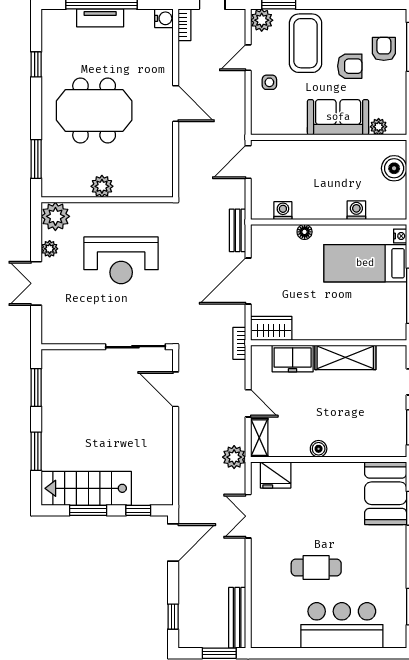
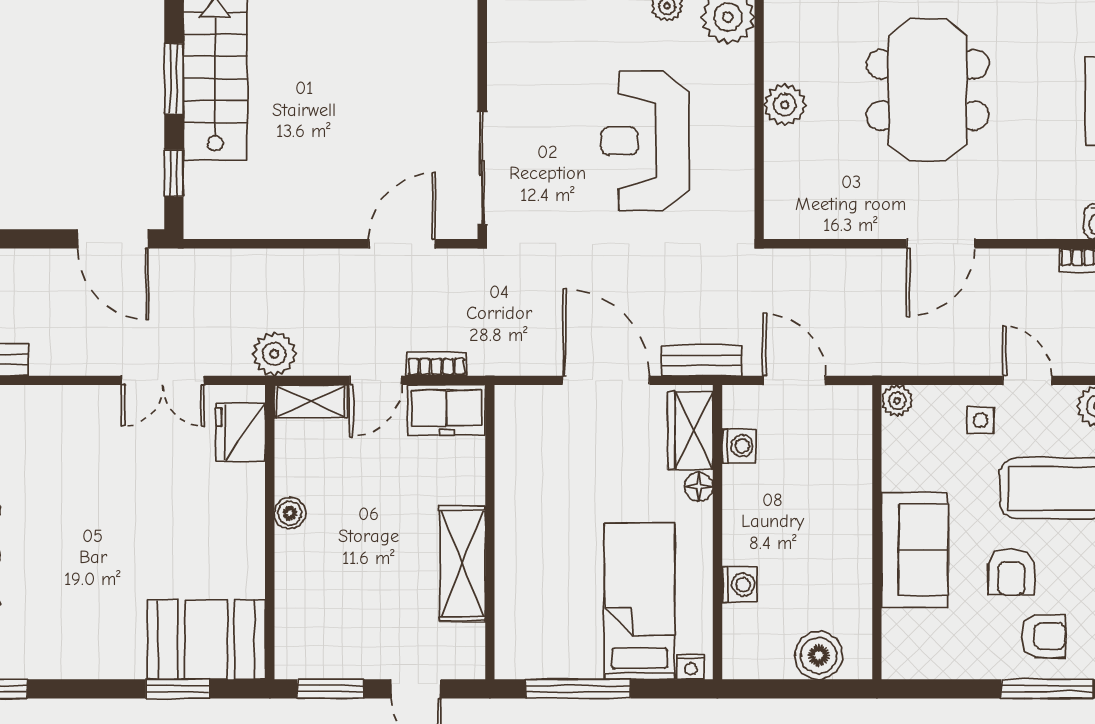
plant: (379, 127) -> (897, 401), moved
door: (248, 162) -> (794, 380), moved
wardrobe: (271, 328) -> (690, 431), moved, turned 180
bookcase: (239, 343) -> (437, 364), moved
freezer: (293, 358) -> (446, 410), moved, turned -90
double door: (248, 516) -> (163, 380), swing flipped
cafe table: (316, 567) -> (66, 509), removed

